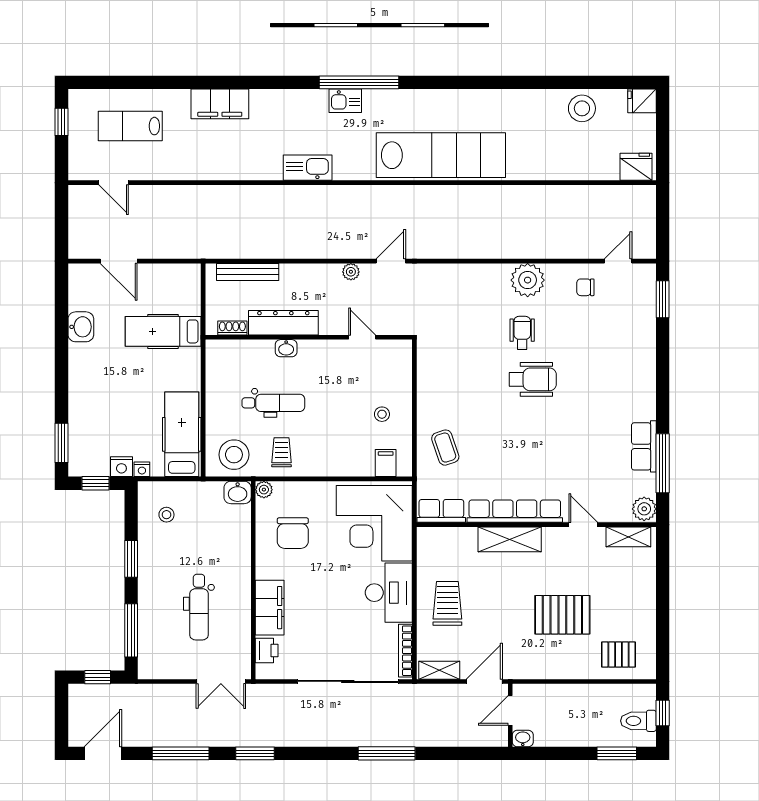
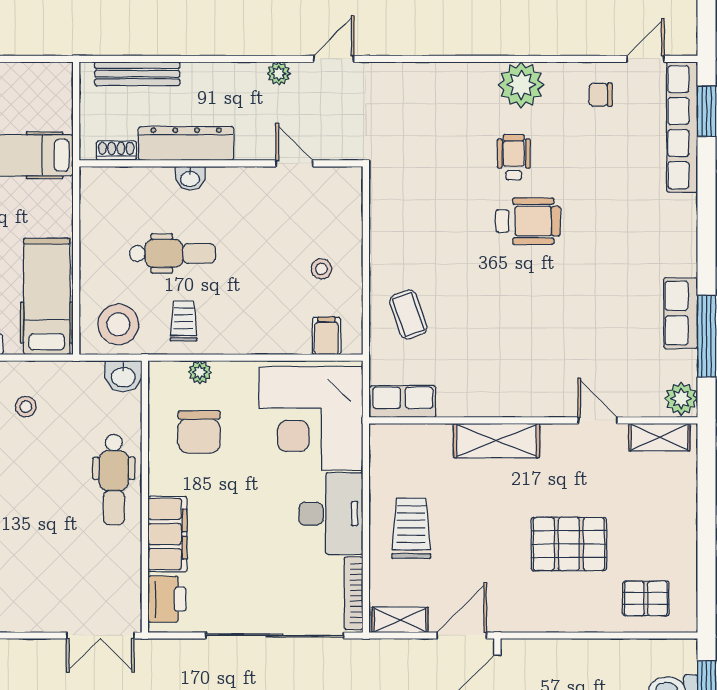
plant: (264, 490) -> (200, 372), moved
row of seats: (515, 511) -> (682, 127), moved, turned -90
dental chair: (199, 607) -> (114, 480), moved
printer: (267, 651) -> (167, 599), width x1.36, depth x1.24

